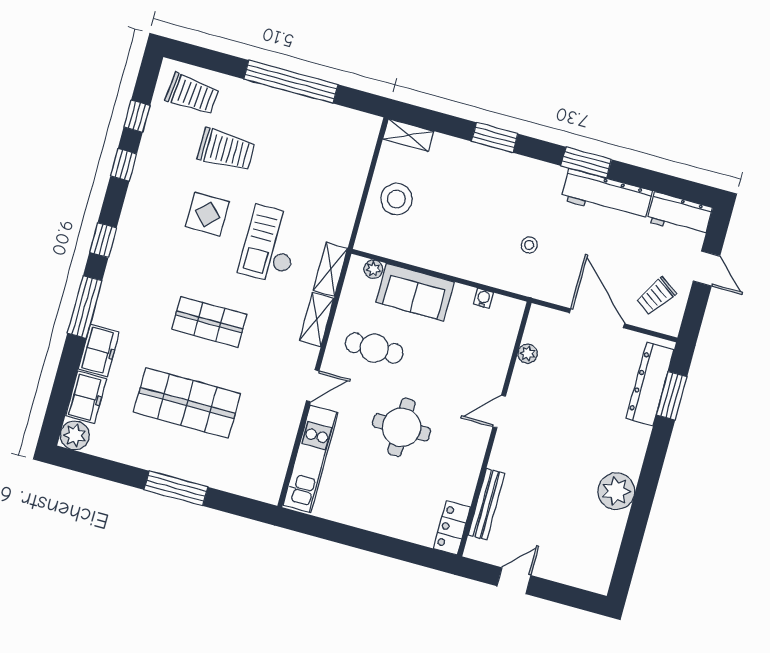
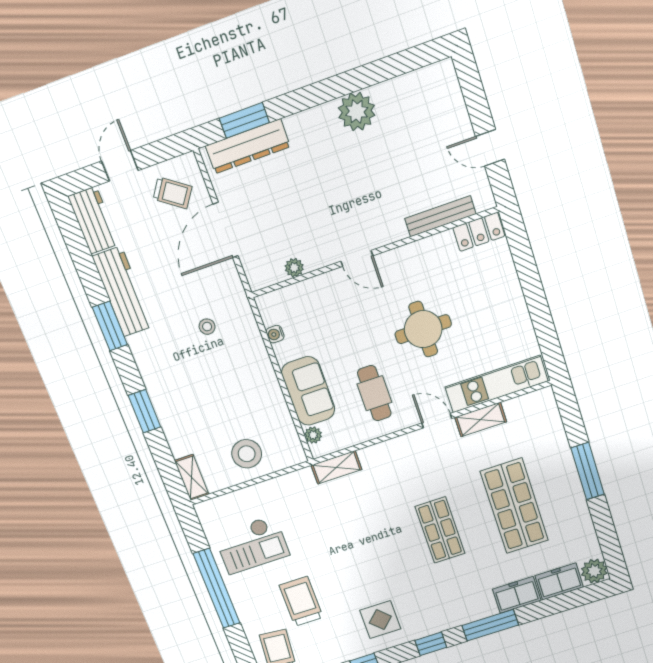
display table: (207, 214) -> (380, 620), moved
checkout: (270, 245) -> (252, 545), moved
shelving: (317, 320) -> (481, 419), moved

